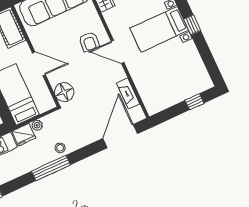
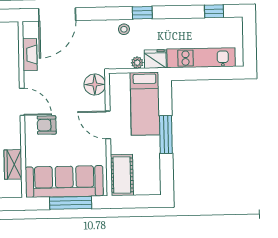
armchair: (89, 42) -> (47, 125), turned -94
window: (51, 168) -> (142, 13), width x0.46

